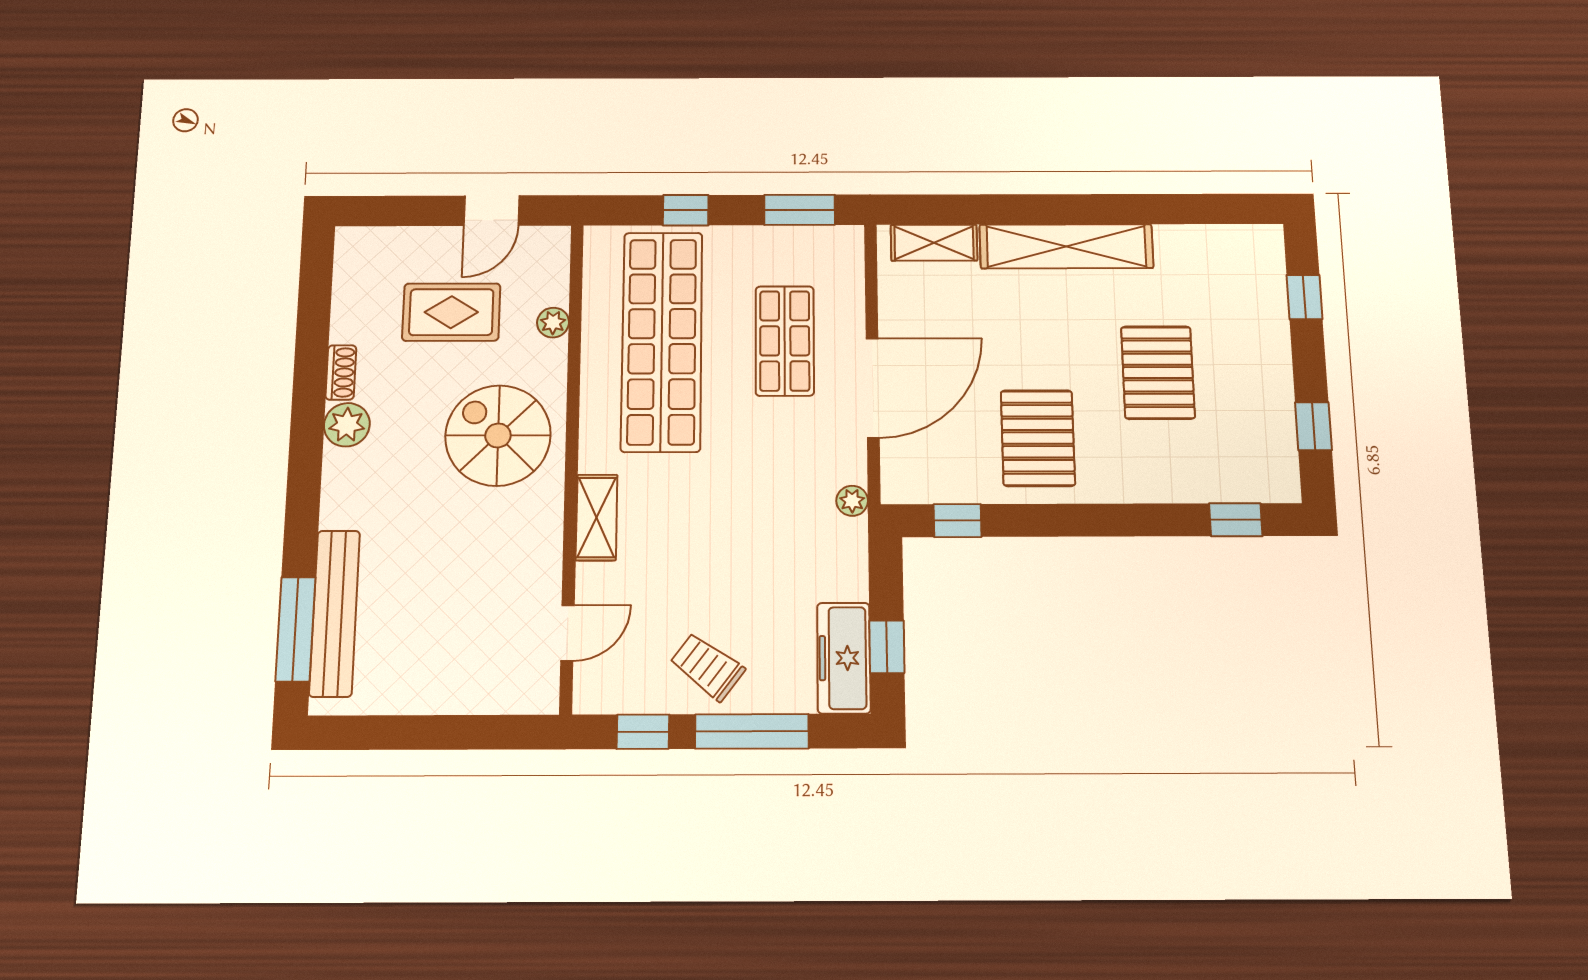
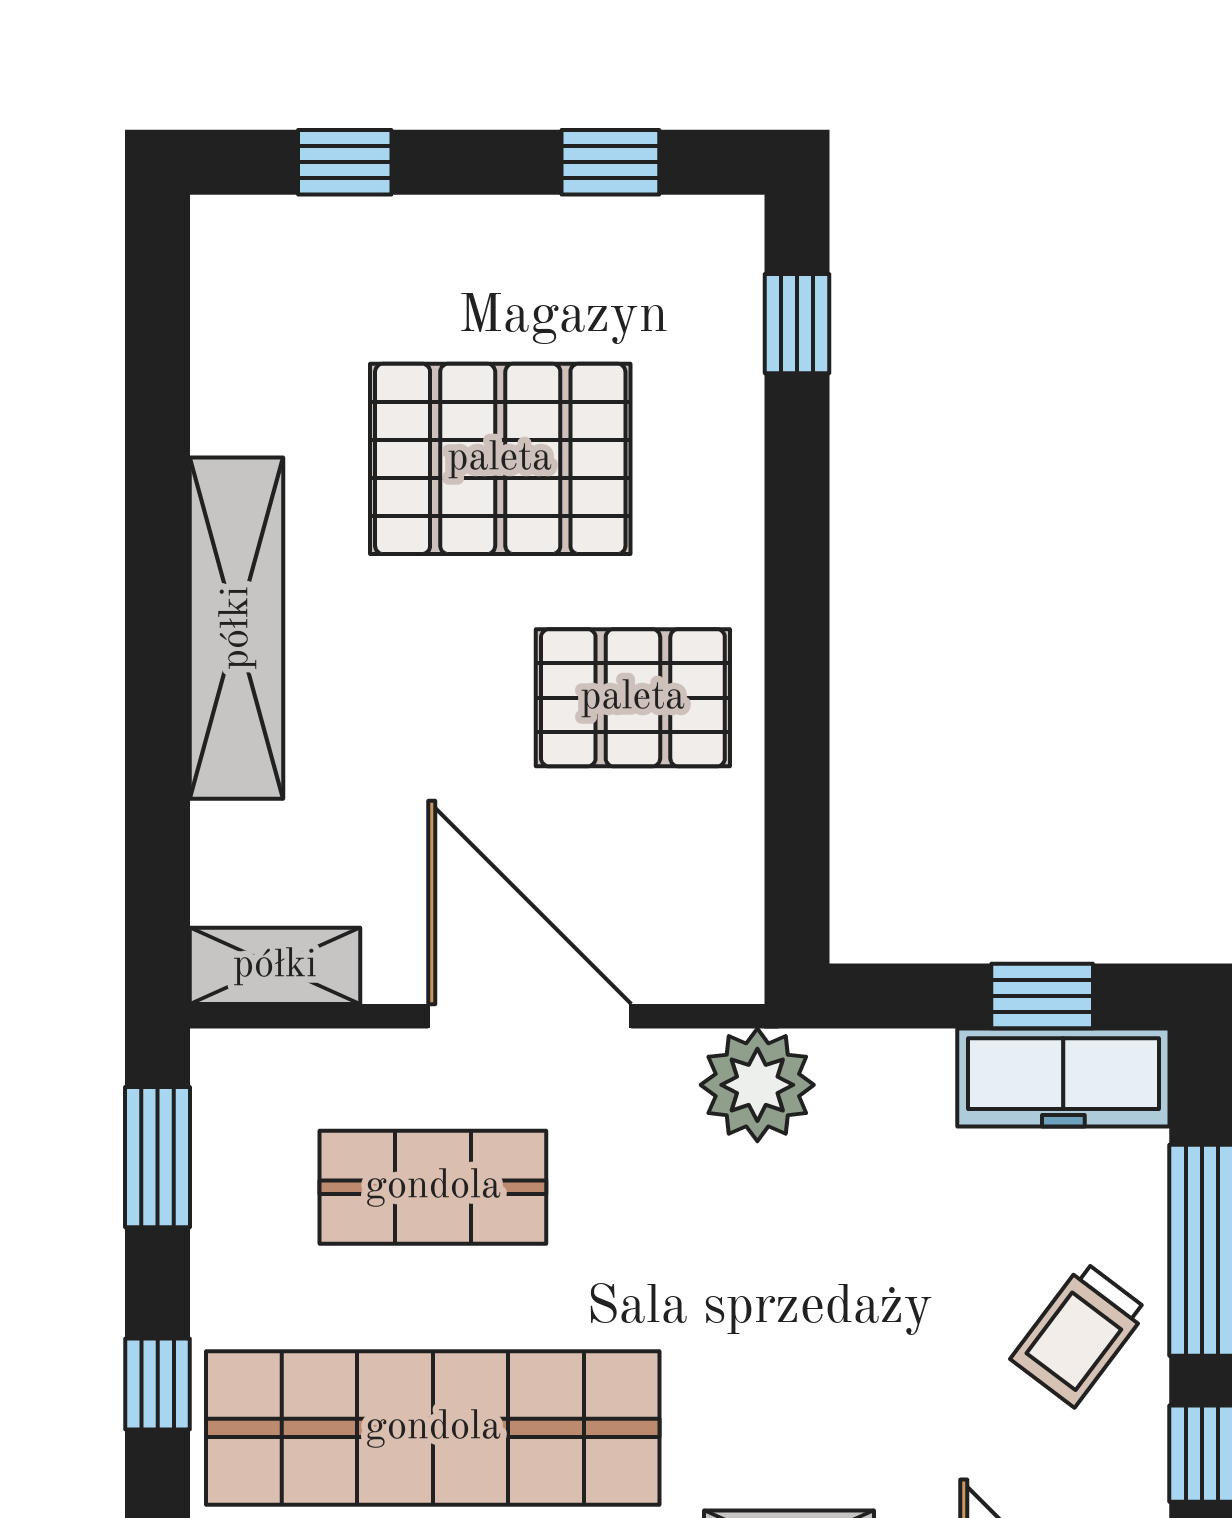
shelving: (934, 243) -> (275, 966), moved, turned 90
pallet: (1158, 373) -> (500, 459), width x1.37, depth x1.41
plant: (852, 501) -> (757, 1085), width x1.88, depth x1.88
window: (957, 521) -> (797, 857), removed

